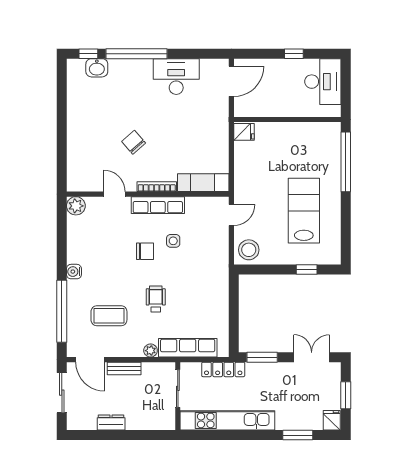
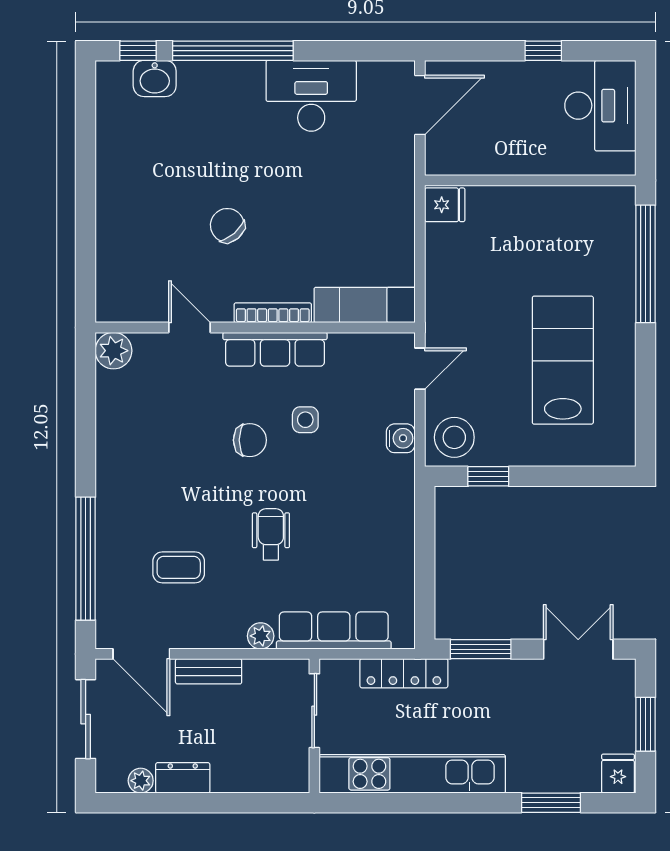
window: (307, 270) -> (488, 476), moved
water cooler: (74, 272) -> (401, 438), moved, turned 180
coffee table: (109, 316) -> (179, 567), width x0.73, depth x0.77
plant: (90, 424) -> (141, 781), added

